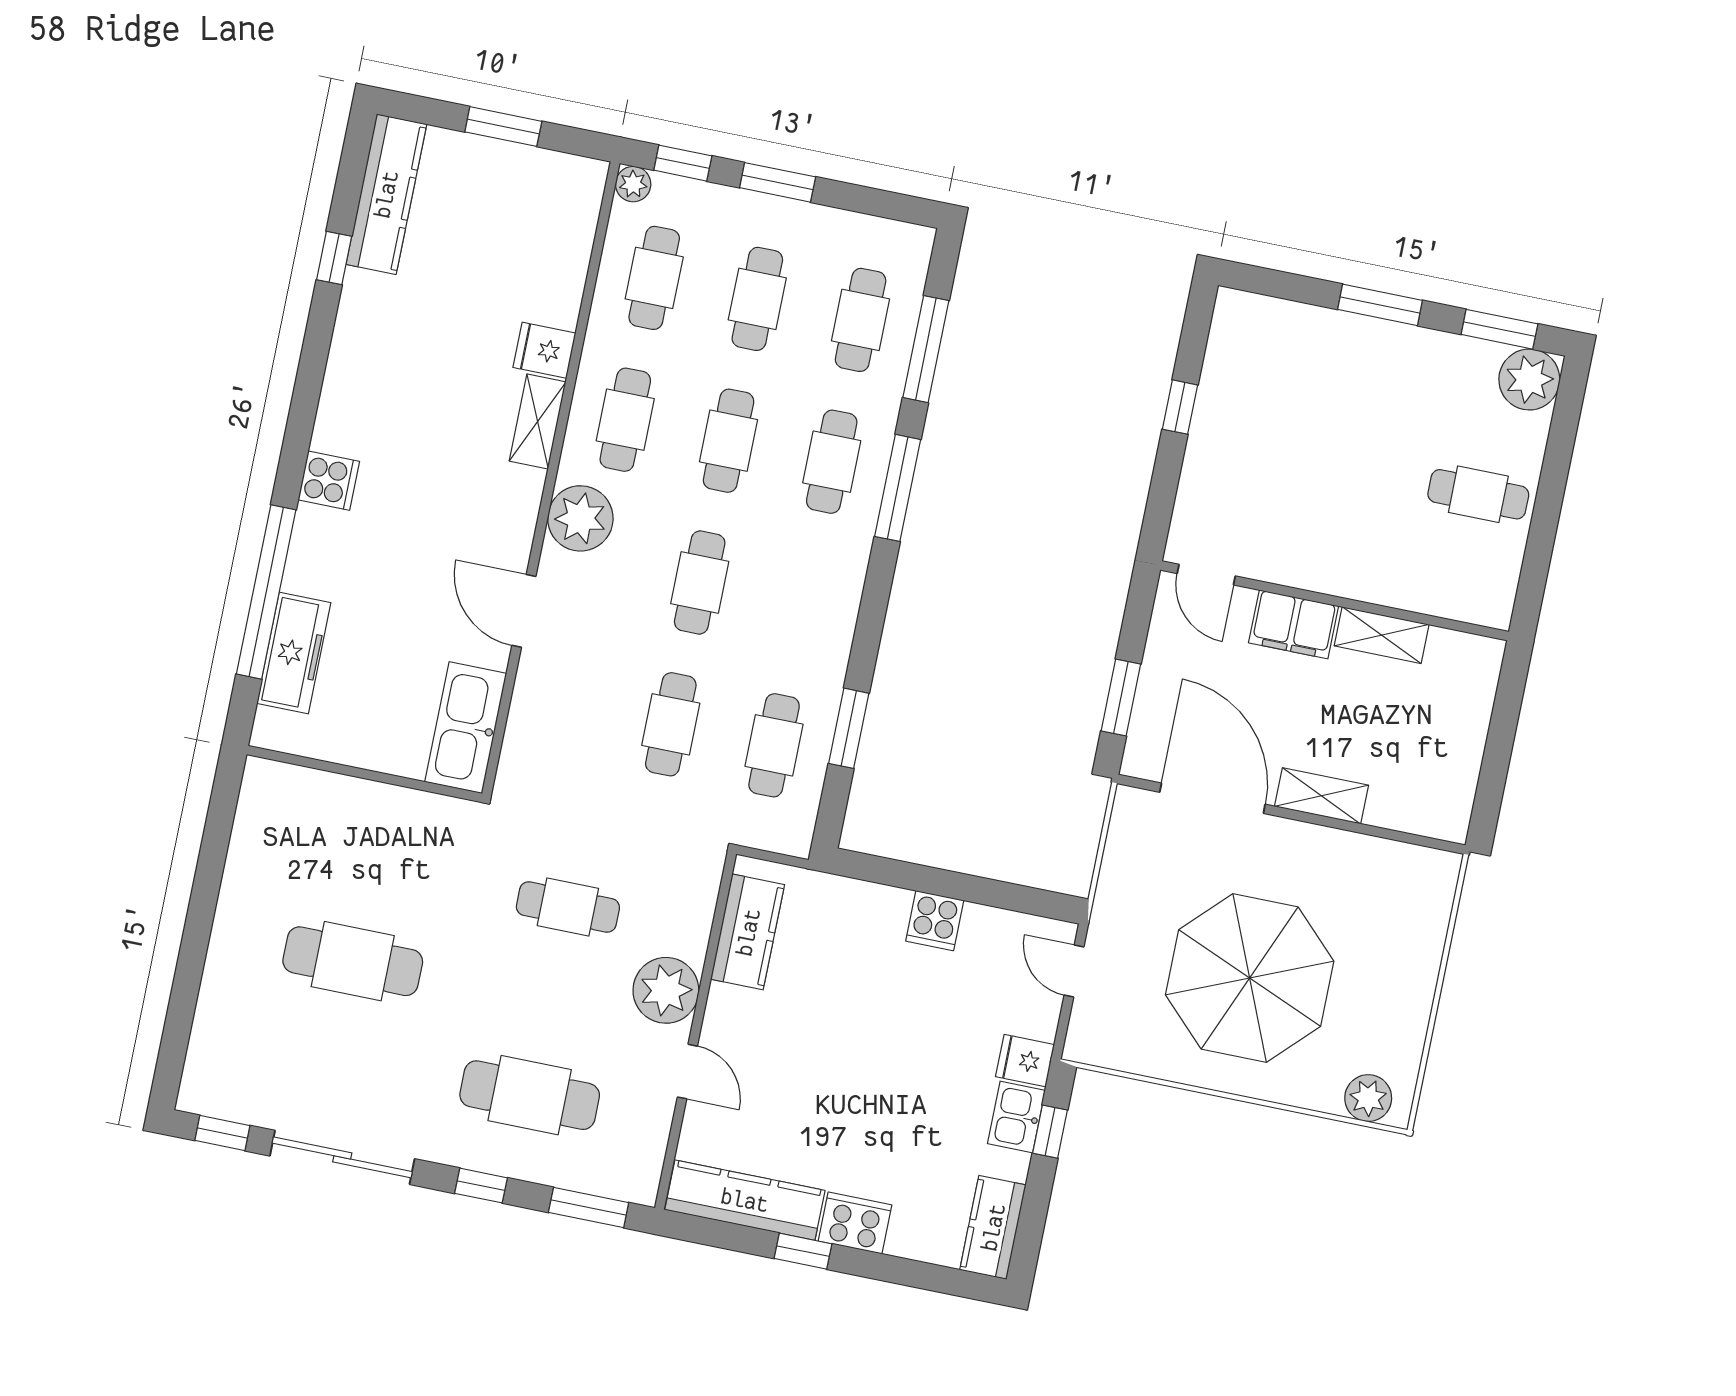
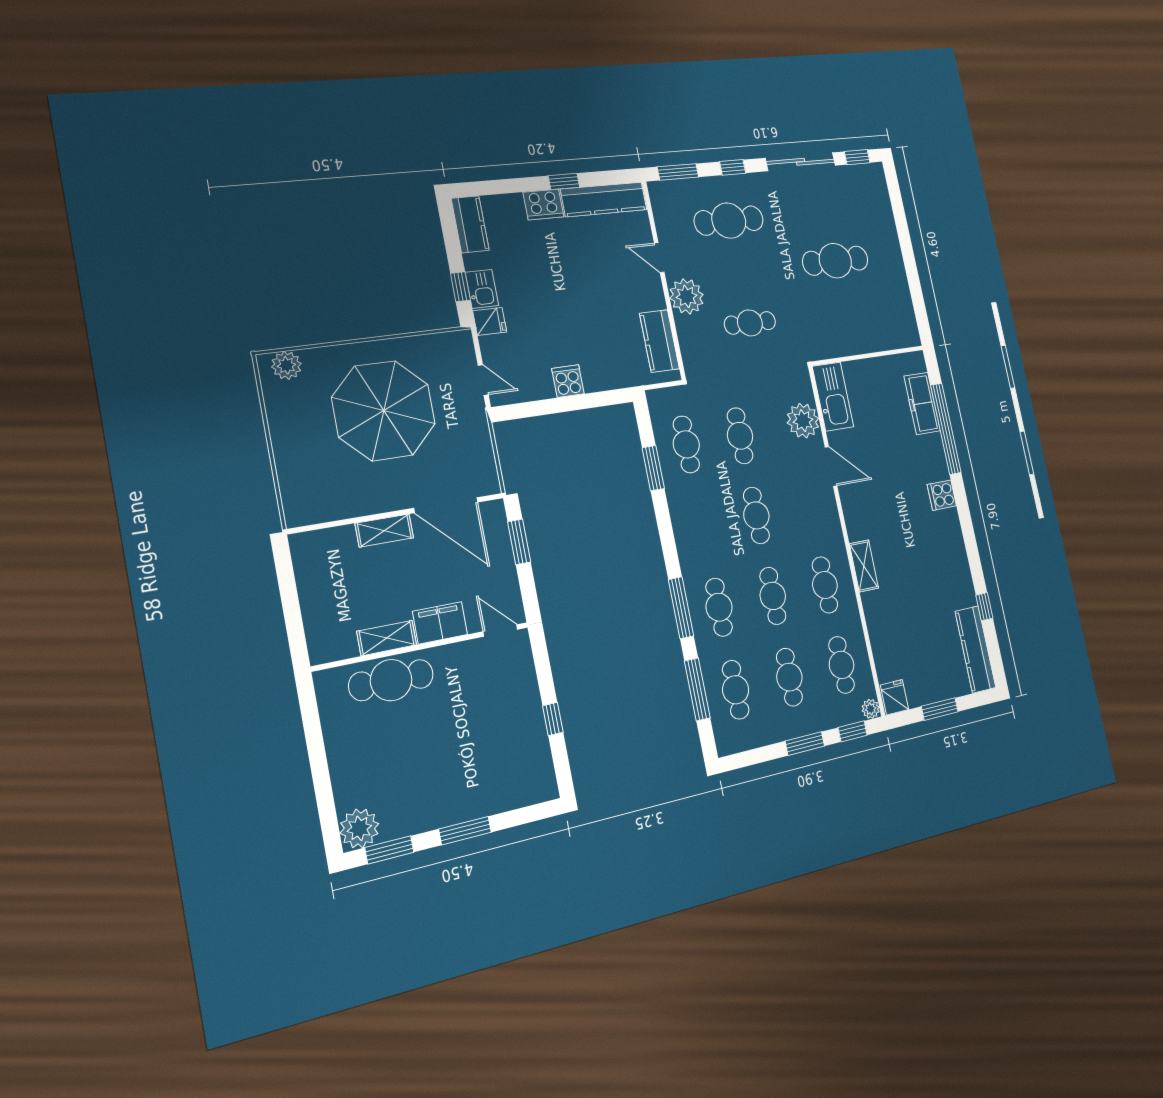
fridge: (544, 350) -> (894, 697), moved, turned -90
cafe table: (1478, 494) -> (391, 680), moved, width x1.37, depth x1.35
plant: (580, 518) -> (803, 421), moved

